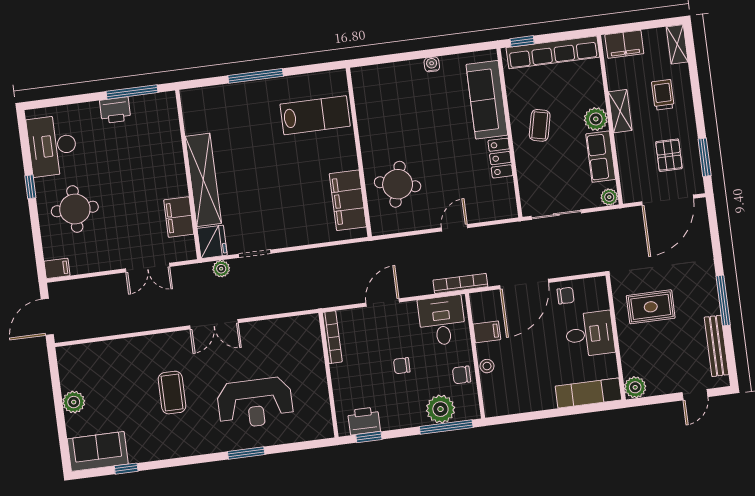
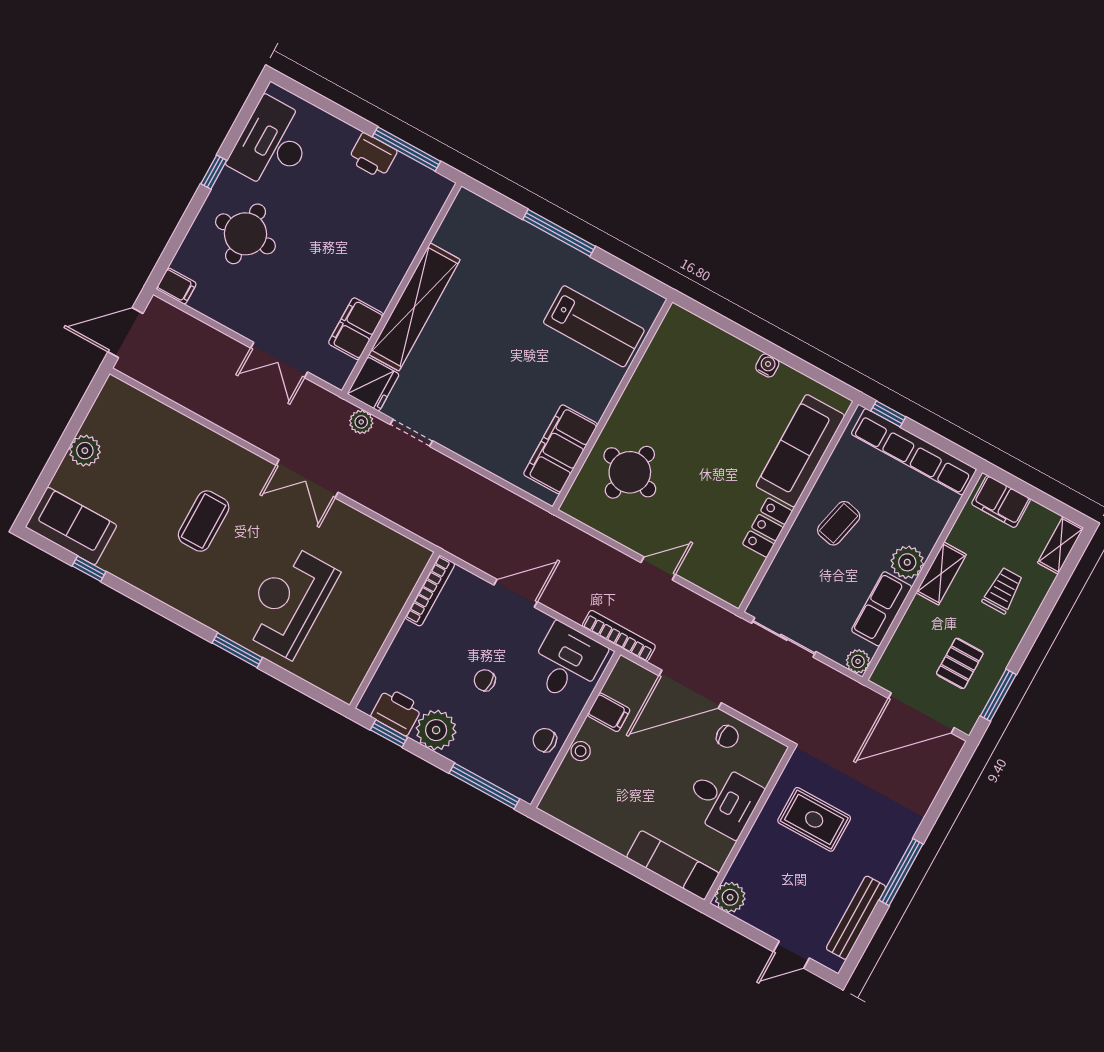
reception desk: (255, 403) -> (289, 601), turned 90
plant: (440, 409) -> (436, 730), moved

